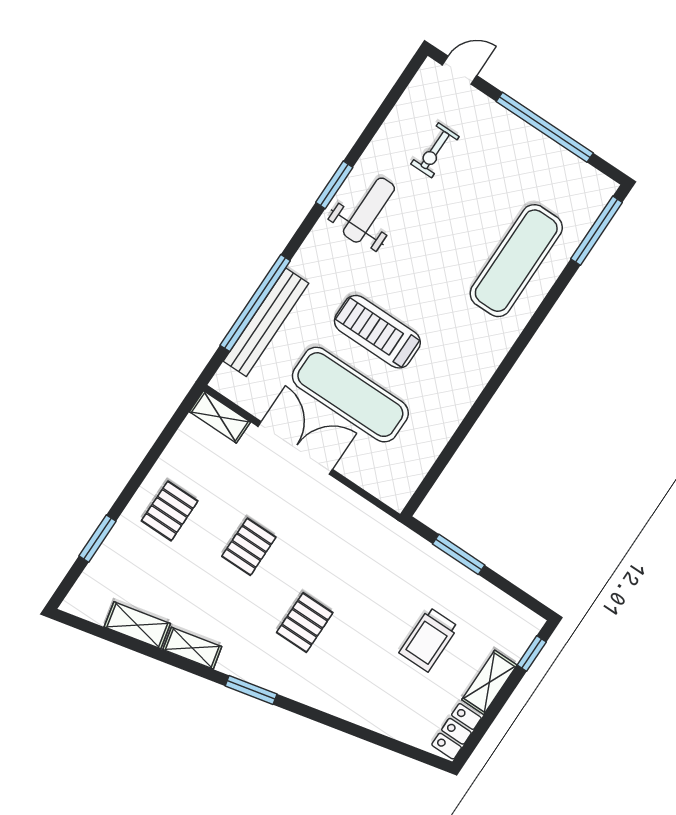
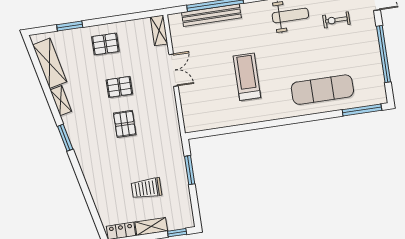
treadmill: (377, 332) -> (247, 77), moved
exercise mat: (350, 395) -> (213, 73), removed
double door: (295, 448) -> (173, 70), width x0.73
pallet: (305, 623) -> (125, 124), moved, turned 90
shelving: (137, 625) -> (50, 63), width x1.50, depth x1.33

